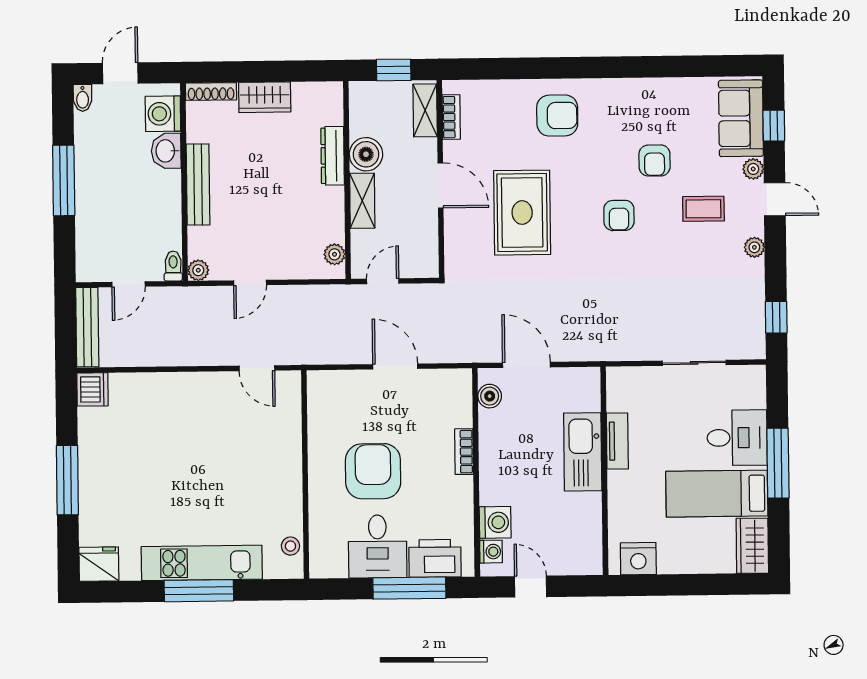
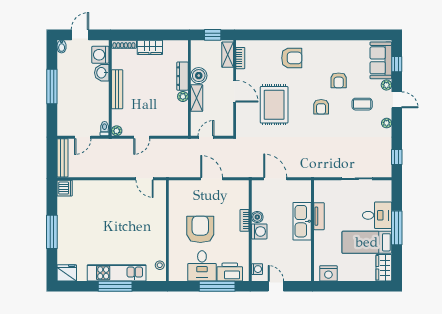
plant: (335, 254) -> (183, 96), moved
boiler: (490, 396) -> (257, 217), moved
washing machine: (495, 522) -> (259, 231), moved

